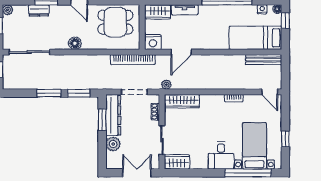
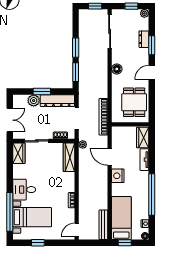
window: (285, 21) -> (125, 243), moved
nightstand: (153, 42) -> (118, 176), moved
window: (102, 120) -> (42, 91), moved

